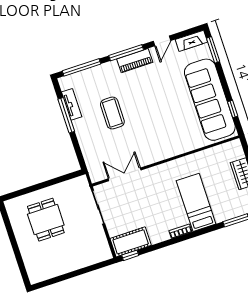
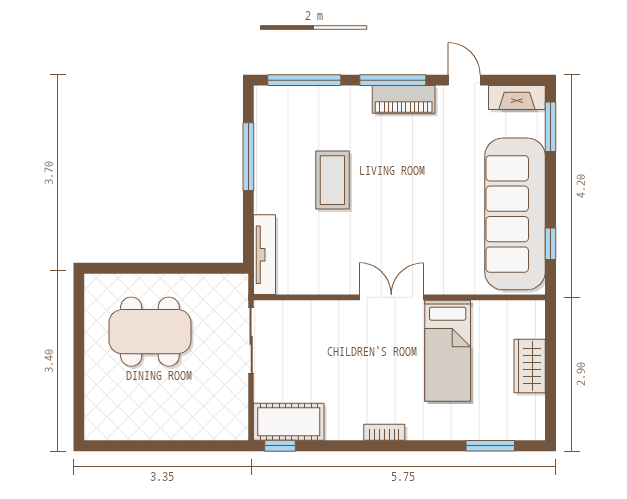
door: (162, 41) -> (464, 80), swing flipped
tv unit: (72, 104) -> (265, 255), moved, width x1.41
double door: (125, 174) -> (391, 297), moved
bed: (196, 202) -> (448, 351), moved, turned 180
dining table: (46, 220) -> (150, 332), width x1.38

